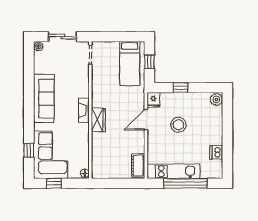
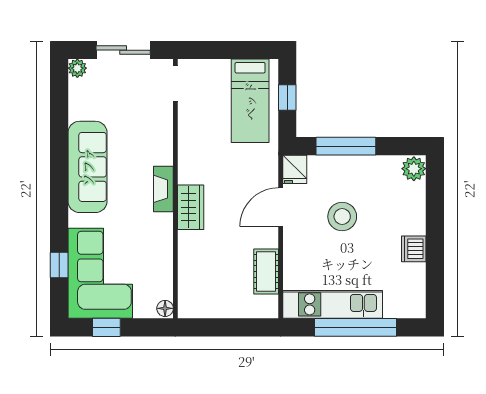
window: (180, 88) -> (346, 146), width x2.17
dishwasher: (216, 152) -> (414, 249), moved
cot: (138, 166) -> (266, 272), moved

